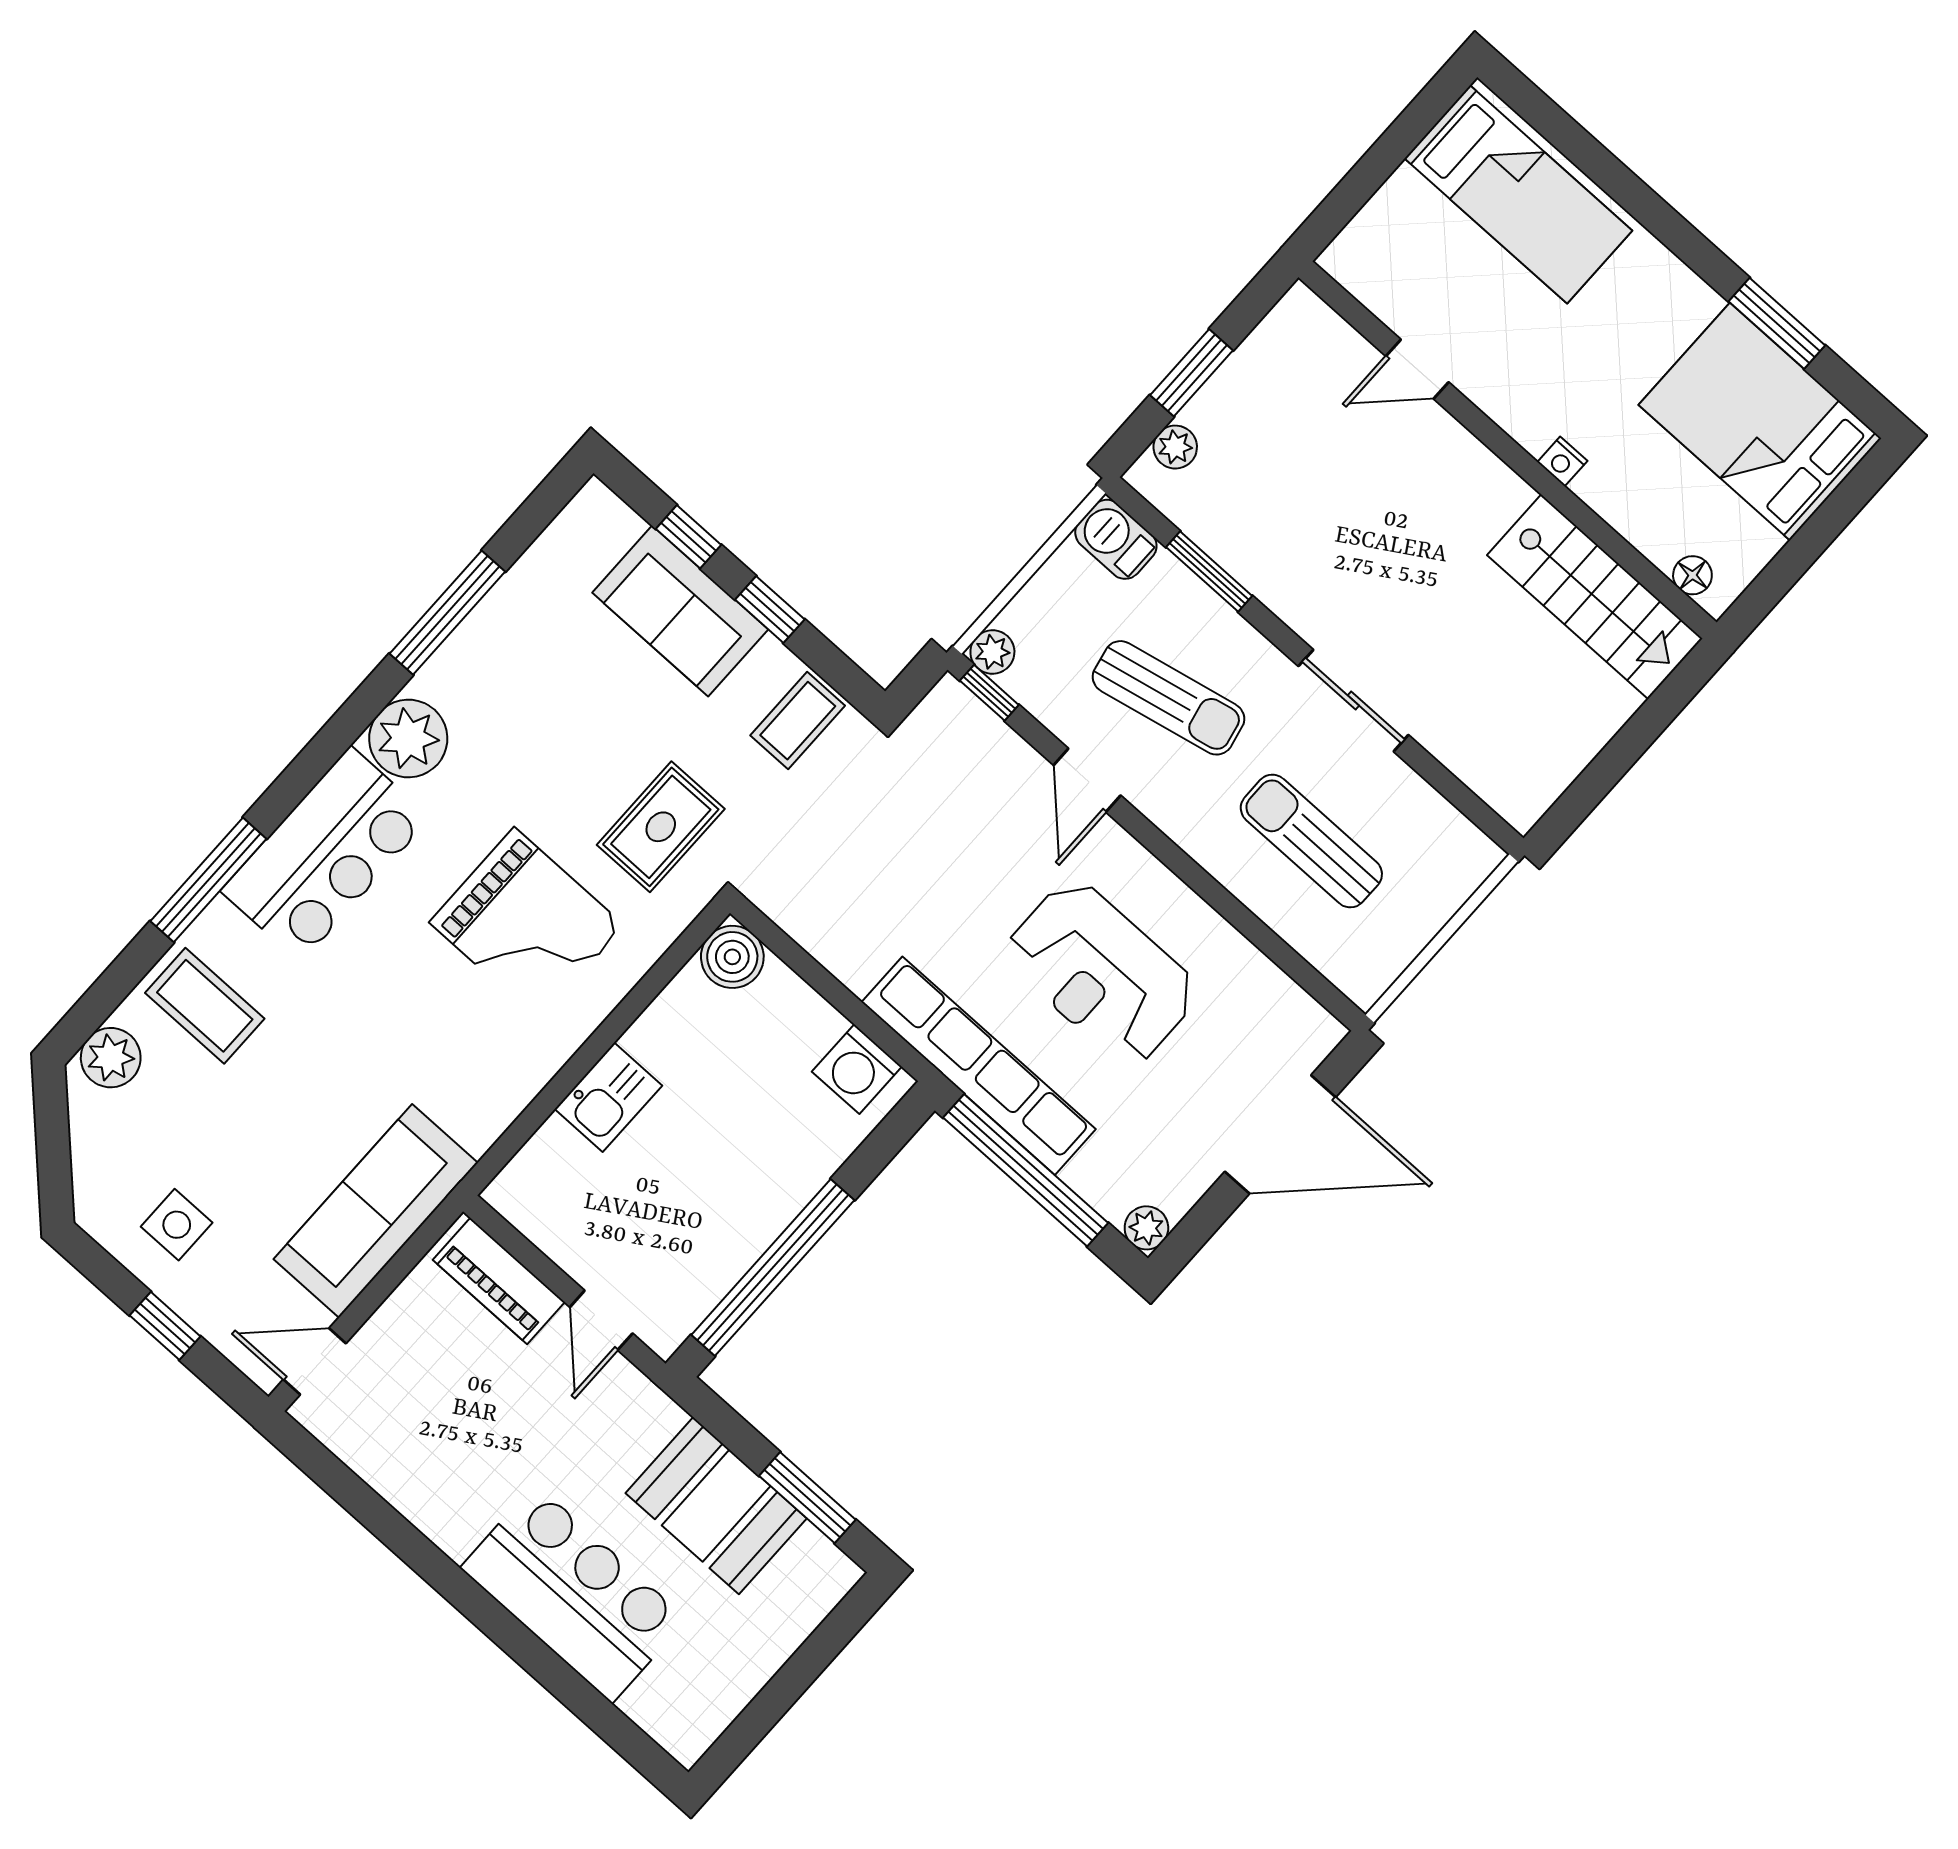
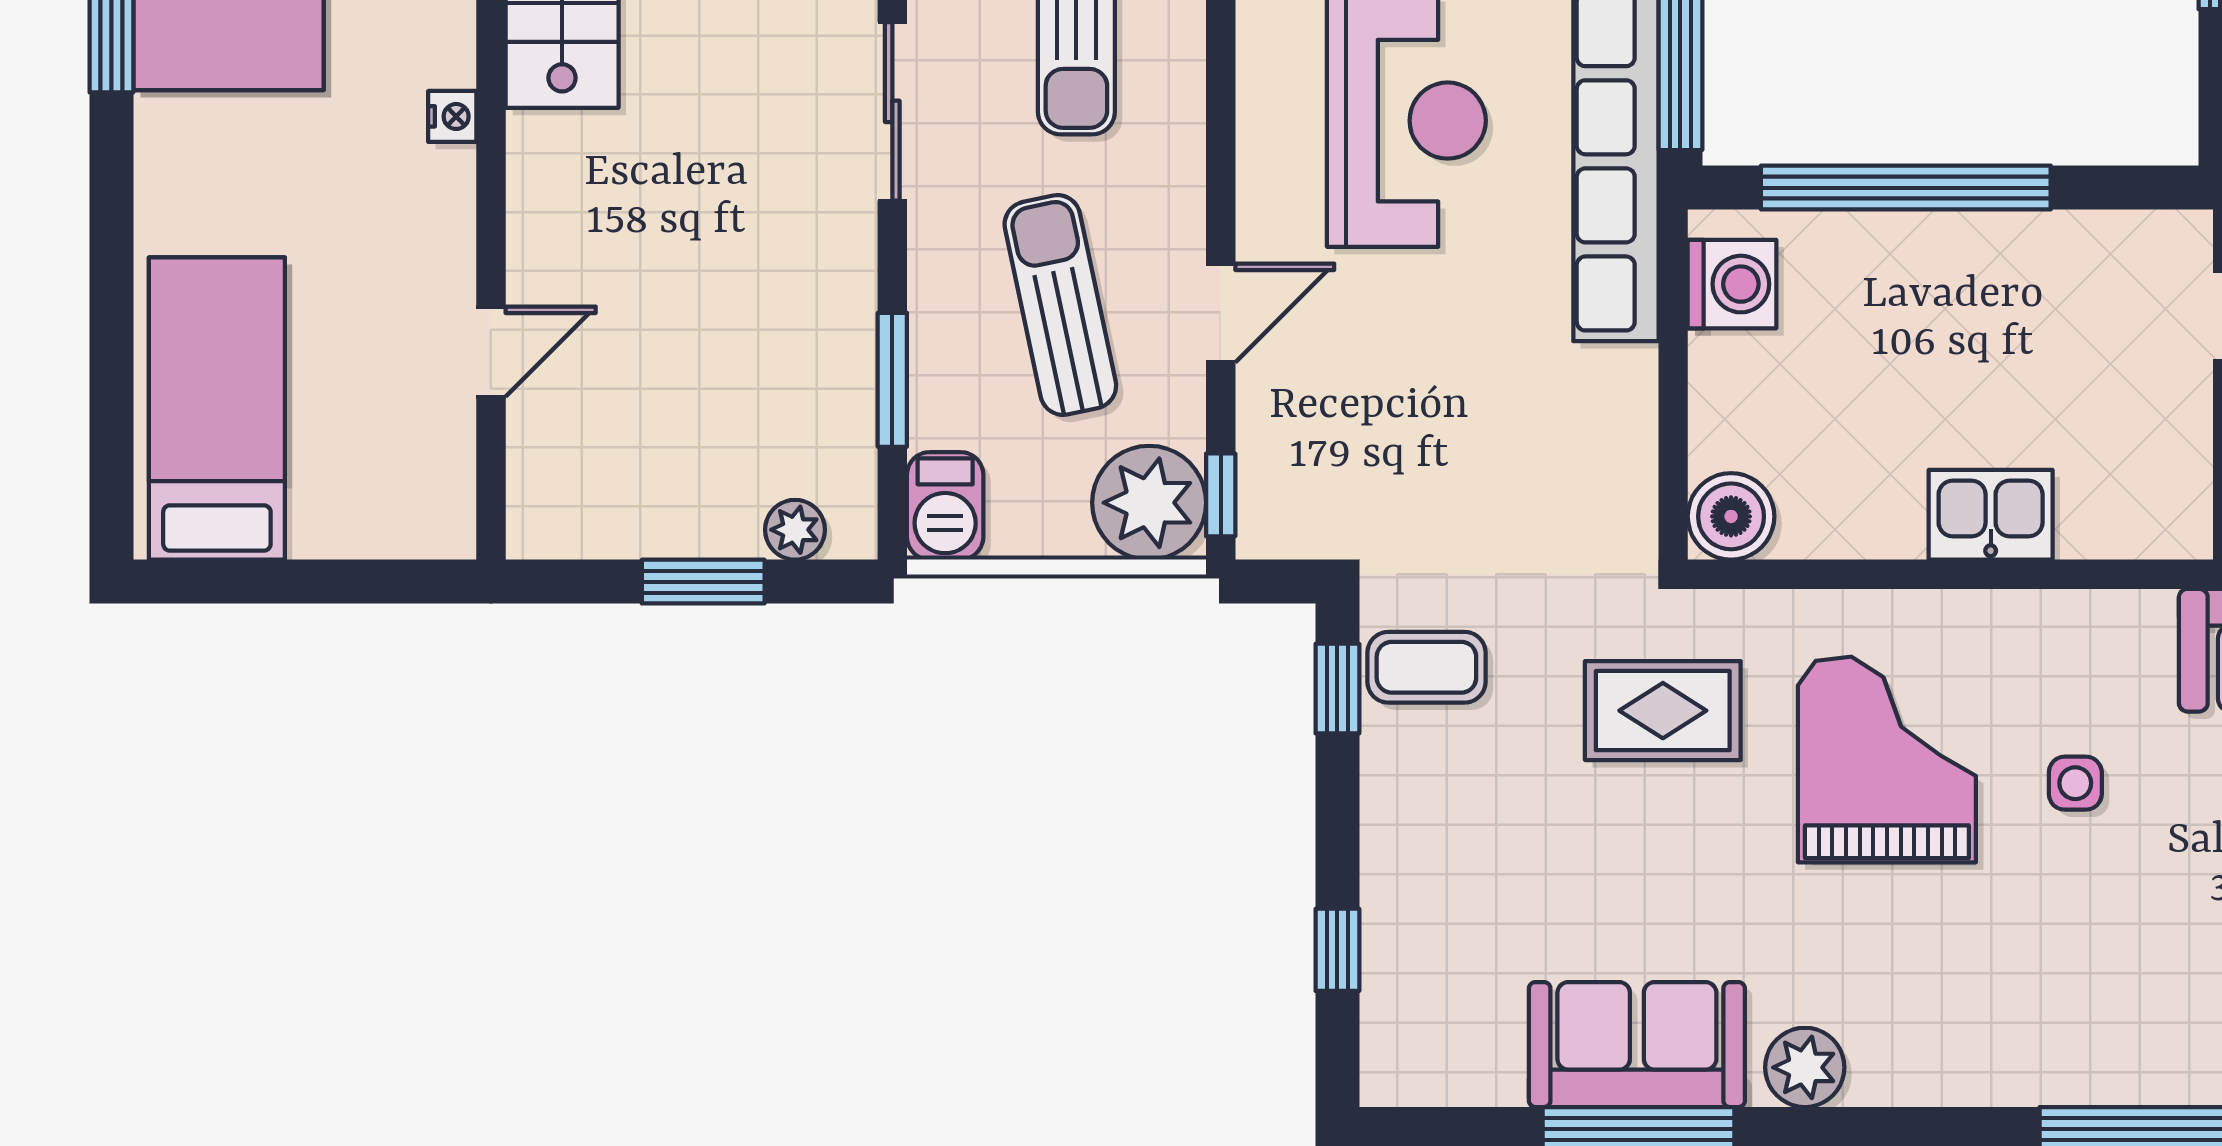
door: (1417, 369) -> (491, 352), hinge flipped
window: (770, 610) -> (1337, 689), moved
sofa: (680, 611) -> (1637, 1045), moved, turned -90
plant: (992, 652) -> (1149, 503), width x1.88, depth x1.88
plant: (408, 739) -> (1805, 1067), width x0.73, depth x0.73
bar counter: (326, 854) -> (2001, 1031), removed
side table: (423, 1014) -> (2075, 783), added
window: (773, 1268) -> (1906, 188), moved

